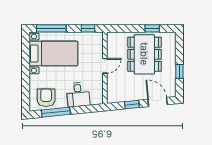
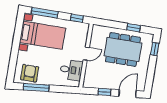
dining table: (144, 54) -> (123, 49), turned 90
window: (179, 71) -> (155, 49), moved
desk: (78, 95) -> (71, 70), moved, turned -84
door: (158, 102) -> (128, 94), hinge flipped

